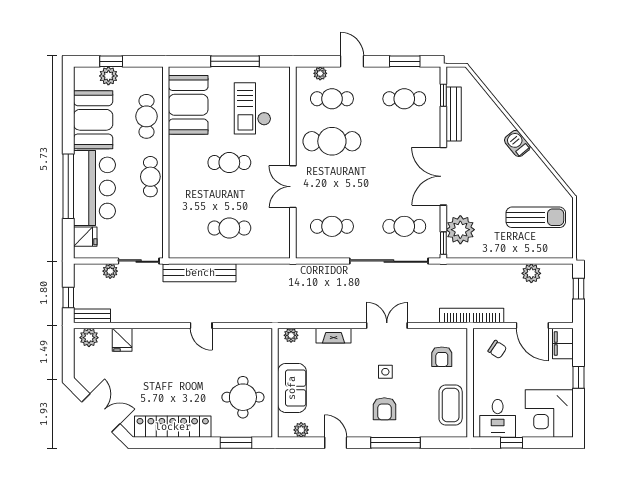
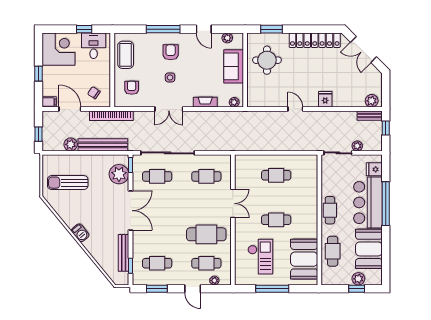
bench: (200, 273) -> (103, 145), moved
fridge: (122, 340) -> (325, 99), moved
filing cabinet: (563, 343) -> (49, 102), width x0.50

